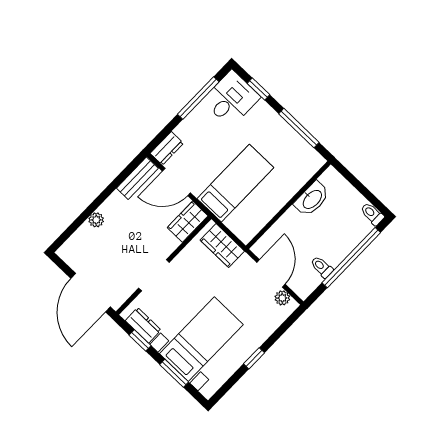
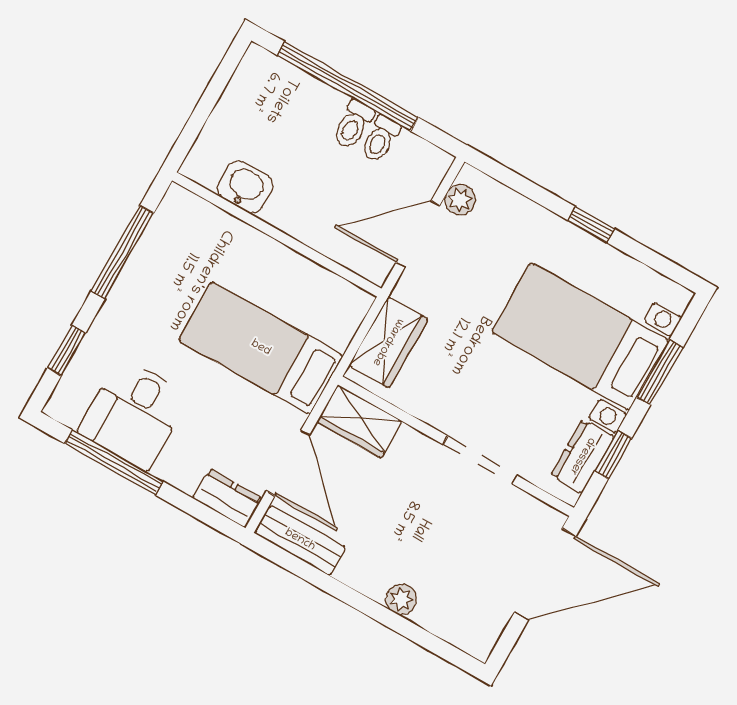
desk: (231, 99) -> (134, 414), moved, turned -90
washbasin: (312, 199) -> (245, 187), width x0.72
toilet: (372, 214) -> (353, 125), moved

